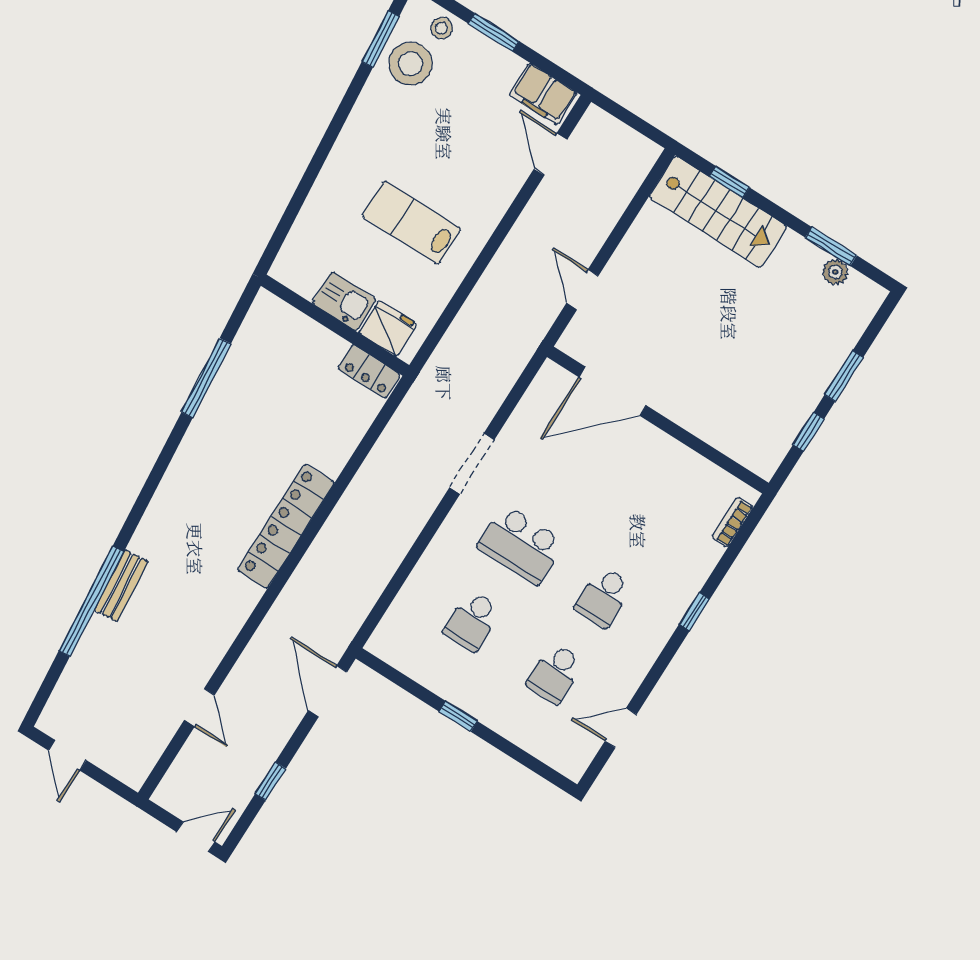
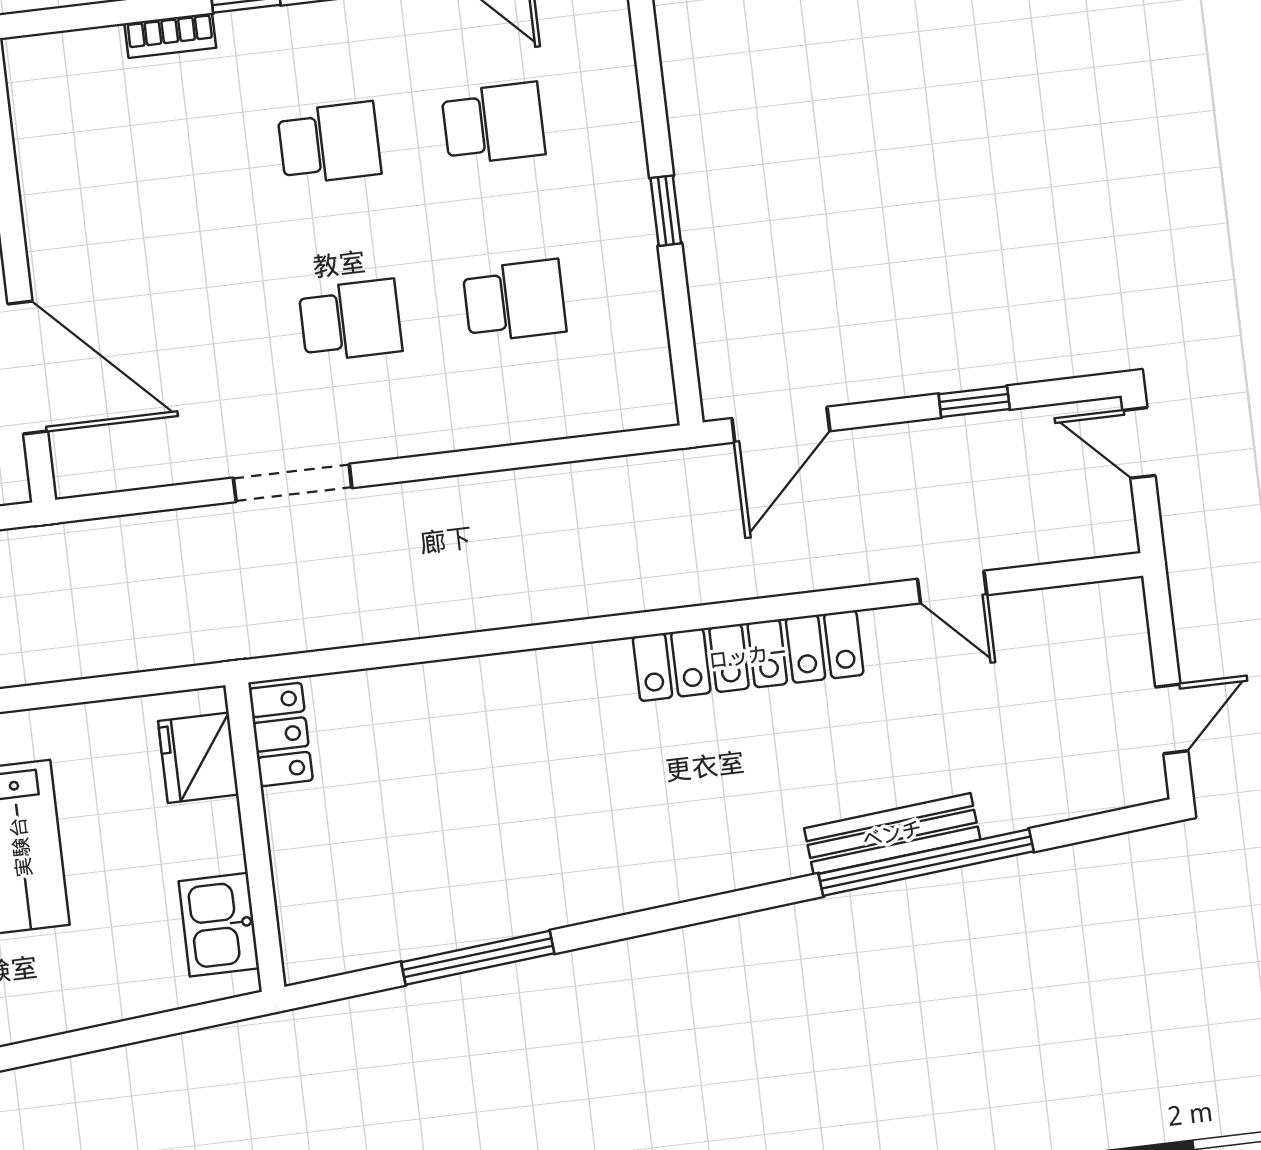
kitchen sink: (344, 301) -> (219, 925), moved
bookcase: (732, 522) -> (170, 36), moved
locker: (286, 526) -> (748, 656), moved
school desk: (521, 545) -> (350, 320), width x0.54
bench: (121, 586) -> (892, 834), width x1.36
door: (199, 708) -> (952, 587), swing flipped

